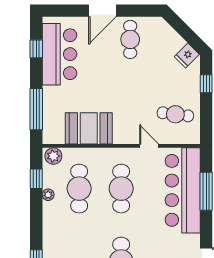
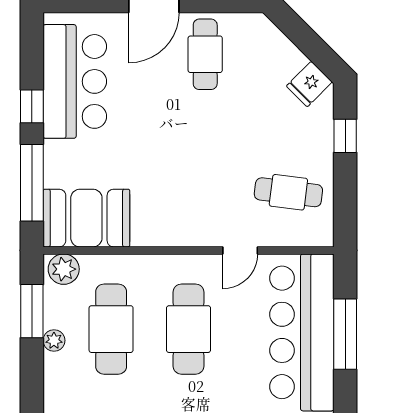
window: (36, 49) -> (32, 106), moved
booth: (89, 128) -> (86, 218), moved
door: (149, 146) -> (240, 250), swing flipped
window: (36, 179) -> (32, 311), width x1.50

